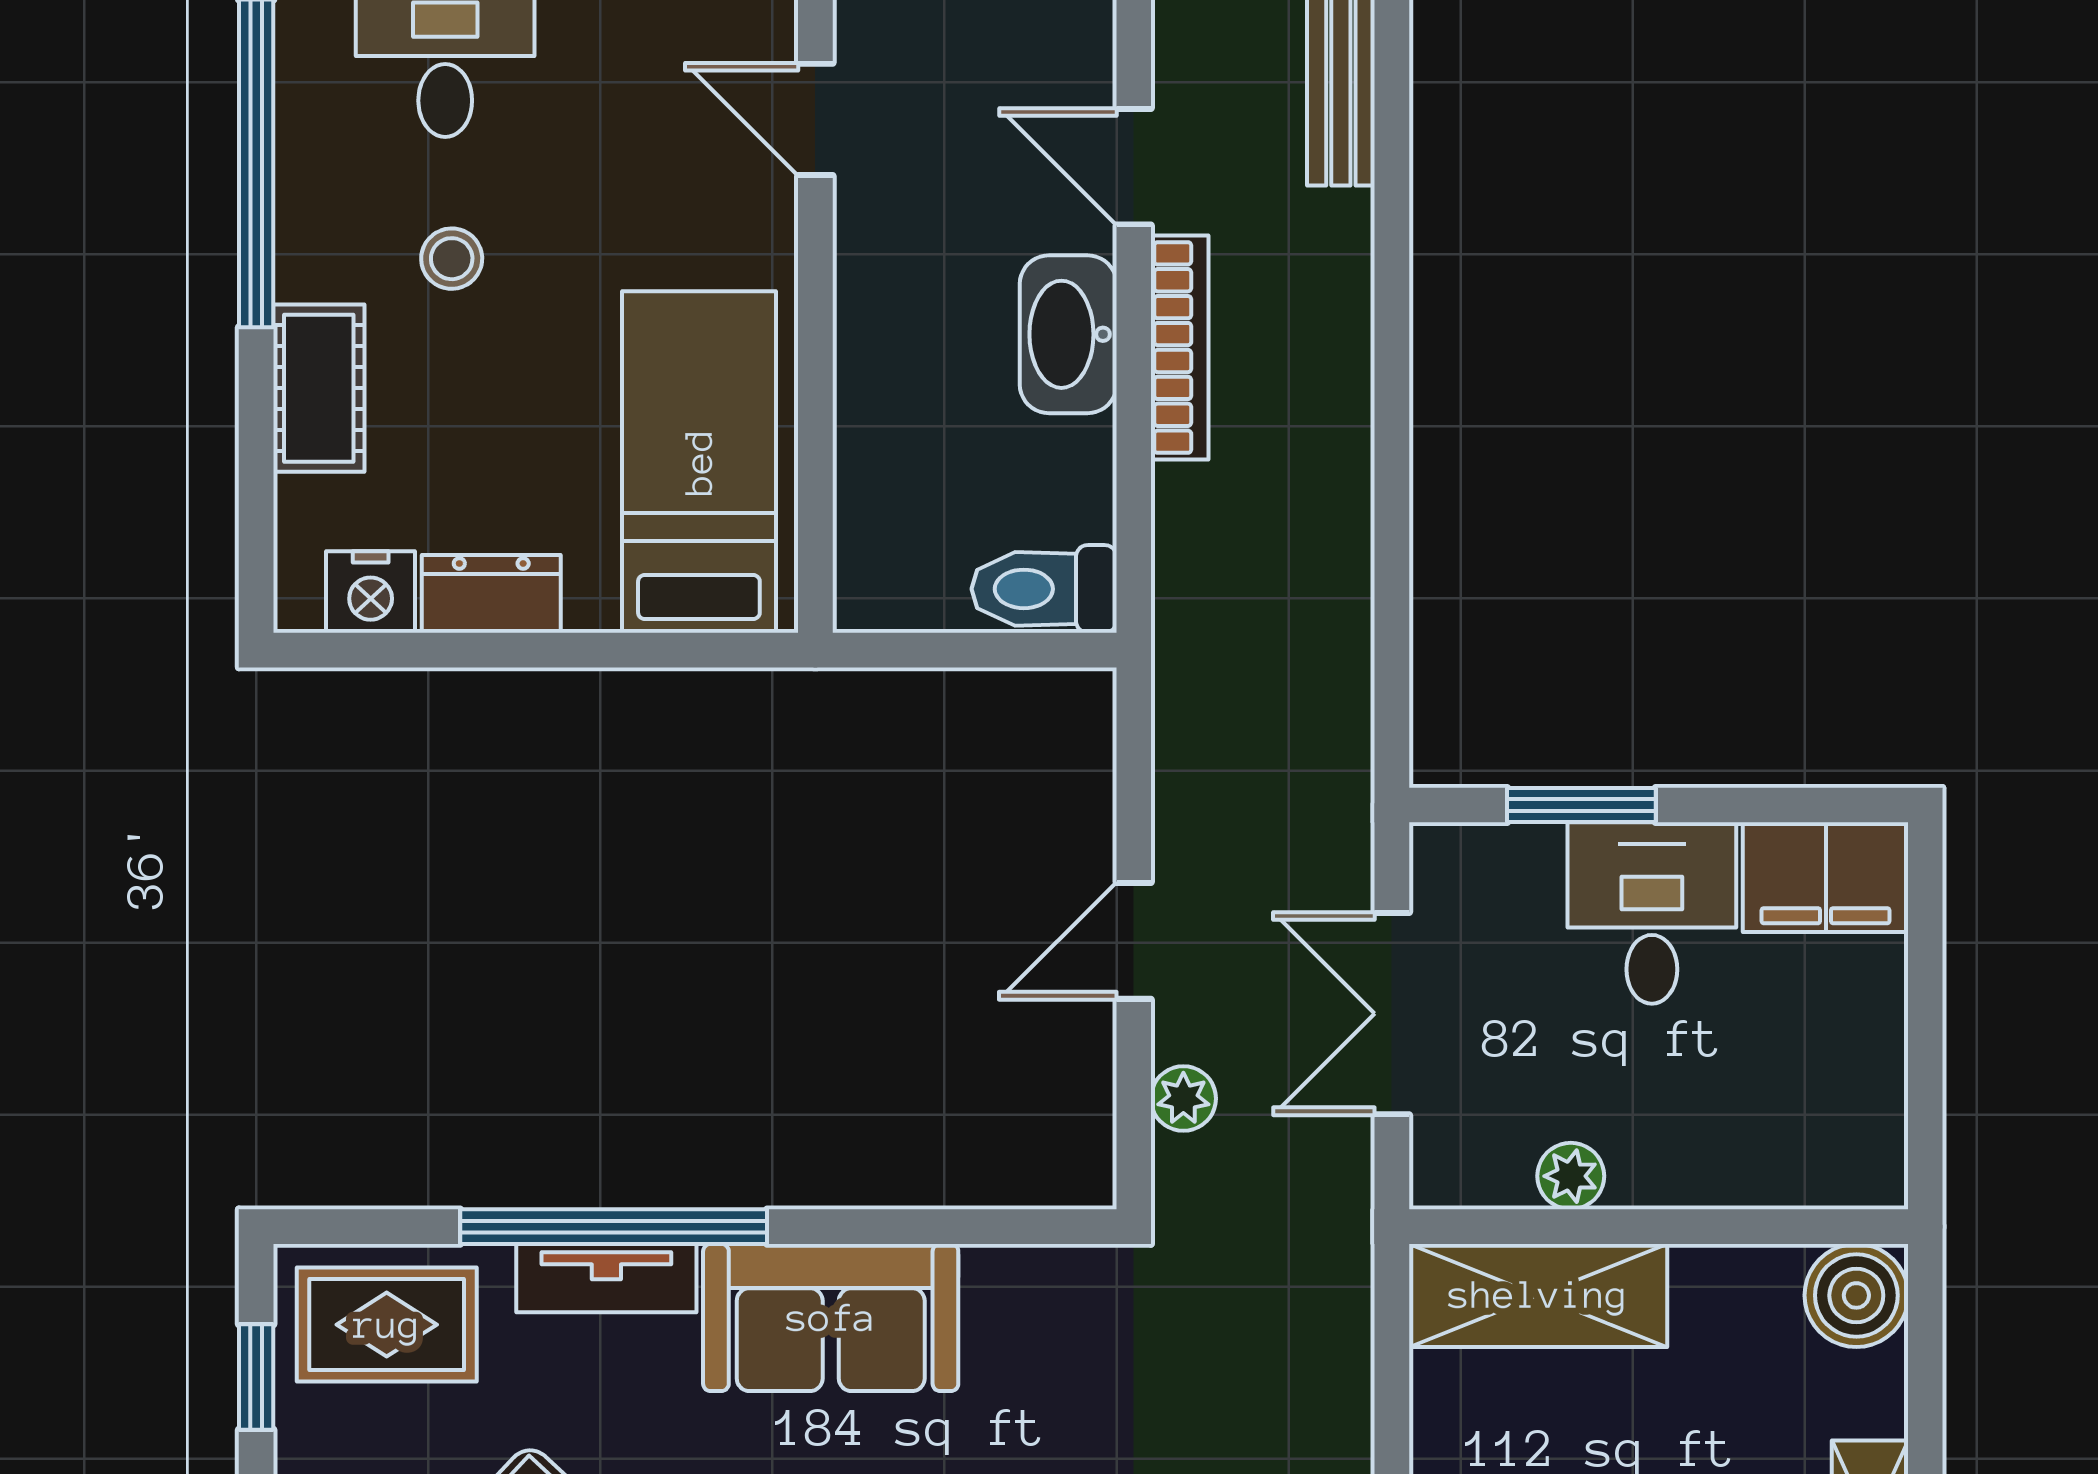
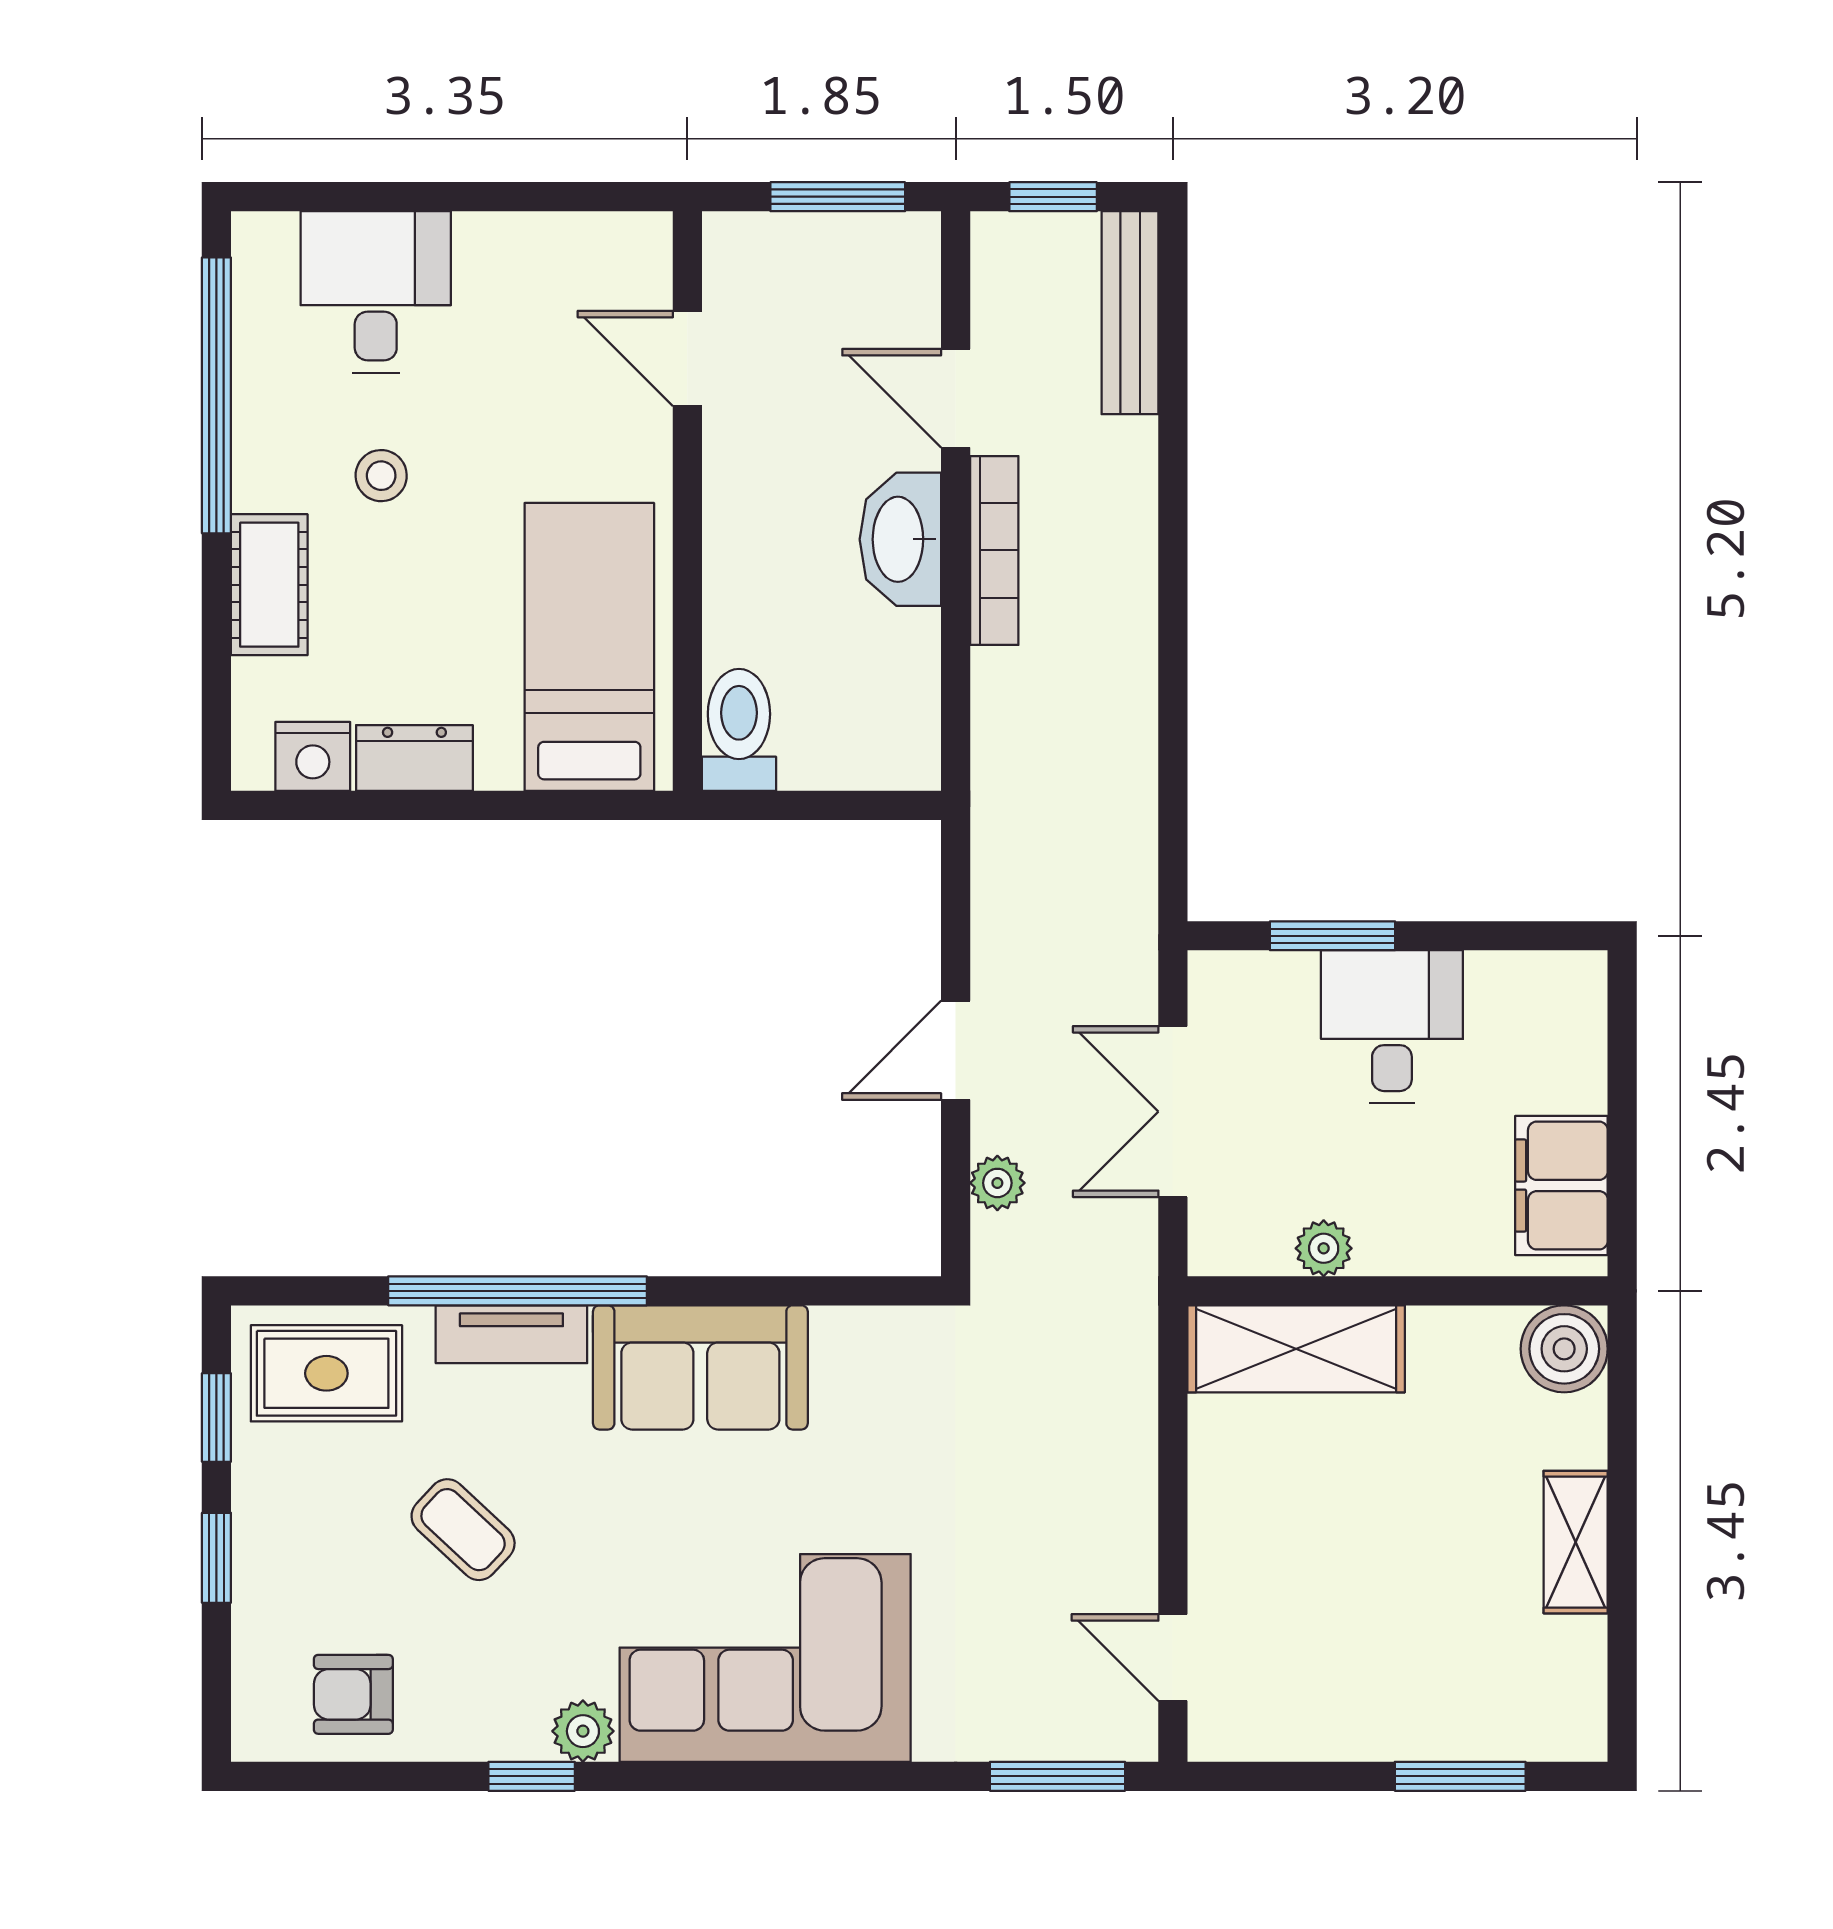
toilet: (1044, 589) -> (739, 730), moved, turned 90
filing cabinet: (1826, 877) -> (1561, 1186), moved, turned 90

